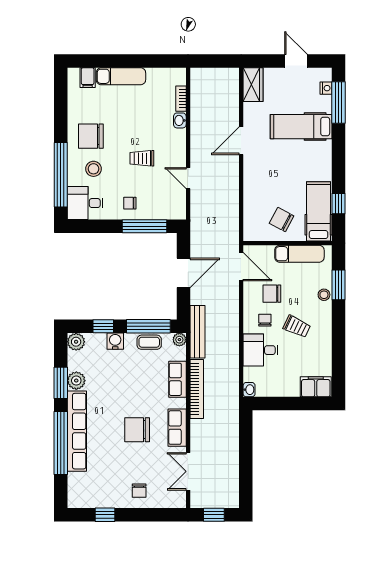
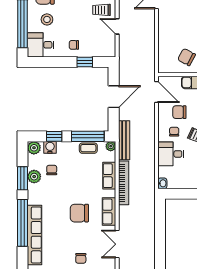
trolley: (142, 158) -> (102, 10), moved
window: (145, 226) -> (85, 62), width x0.46
water cooler: (115, 341) -> (50, 147), moved
chair: (100, 372) -> (52, 170), added
row of seats: (77, 431) -> (35, 235), moved

